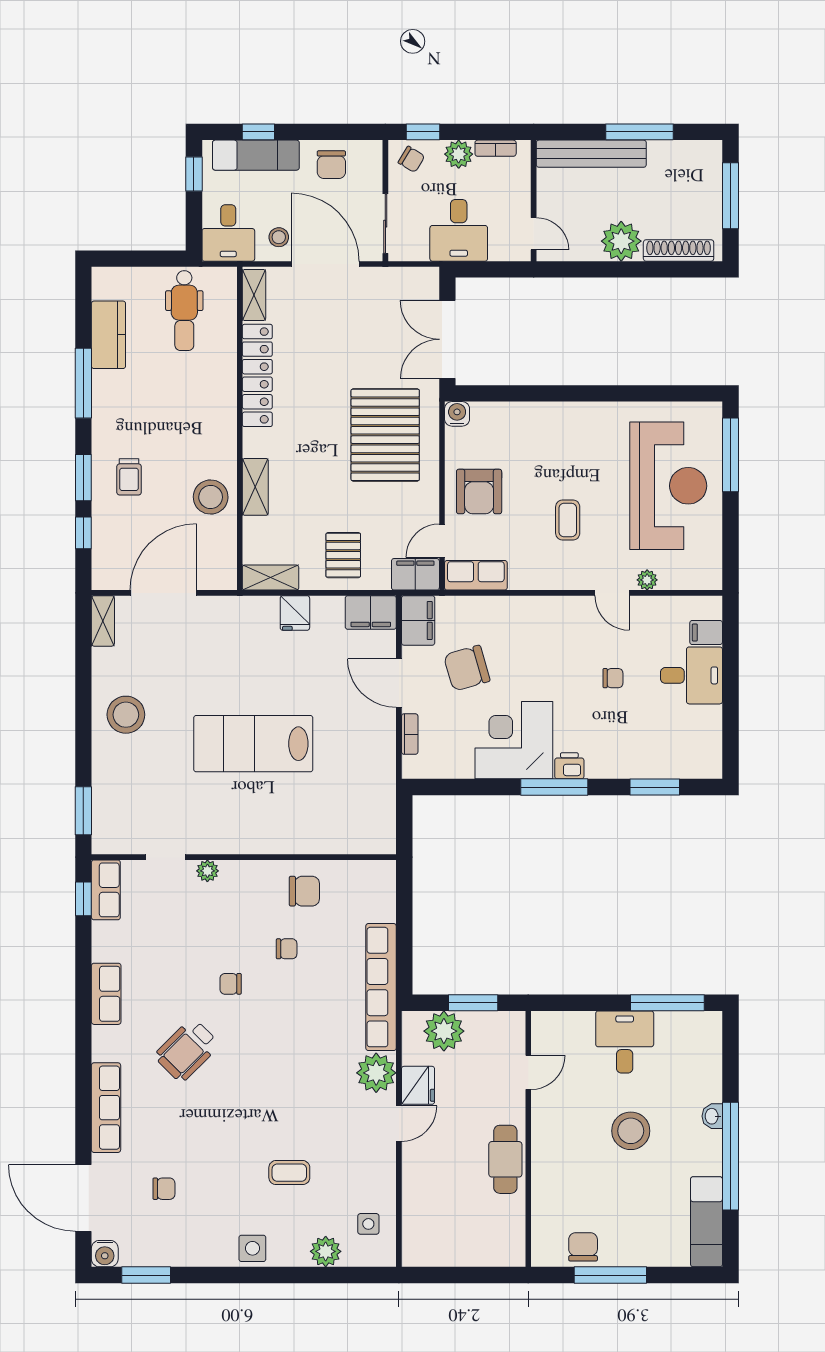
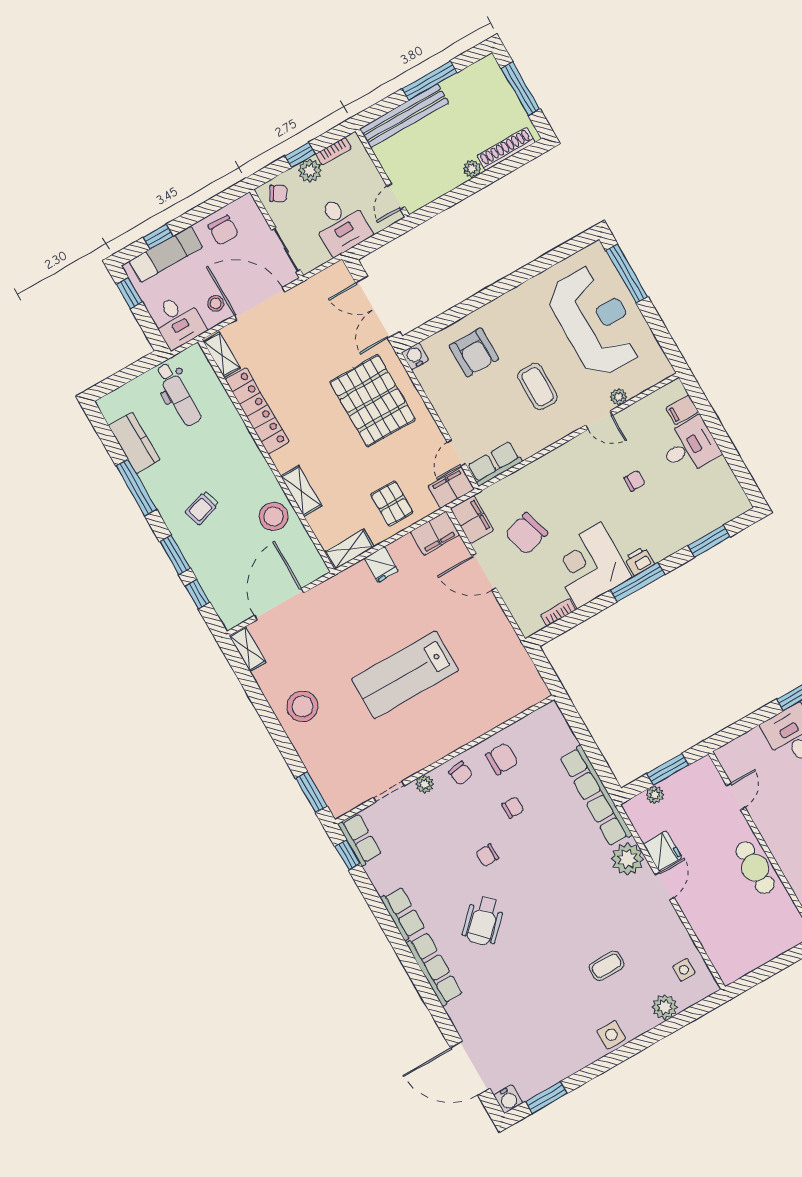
window: (423, 132) -> (300, 155), moved
door: (534, 234) -> (396, 197), swing flipped
plant: (621, 241) -> (472, 169), width x0.53, depth x0.53
trolley: (129, 477) -> (202, 508), moved, turned 73
armchair: (479, 492) -> (474, 352), moved
coffee table: (568, 520) -> (537, 387), width x1.36, depth x1.30
bookcase: (410, 734) -> (558, 612), moved, turned -90
plant: (444, 1031) -> (655, 795), width x0.53, depth x0.53
row of seats: (106, 1108) -> (434, 969), moved
chair: (164, 1189) -> (461, 773), moved, turned 80

